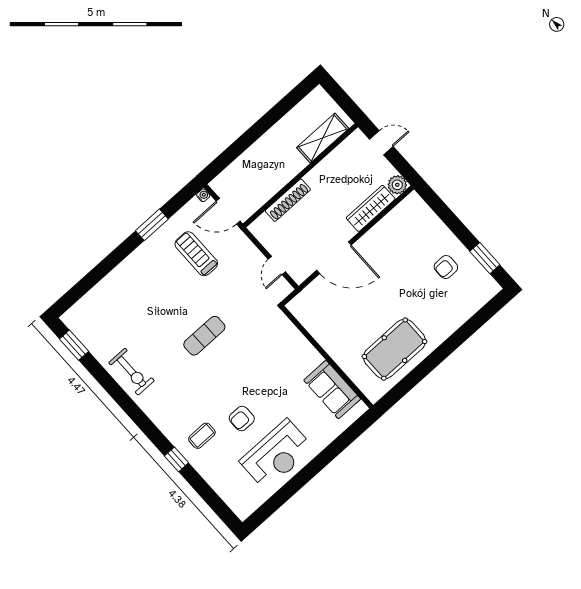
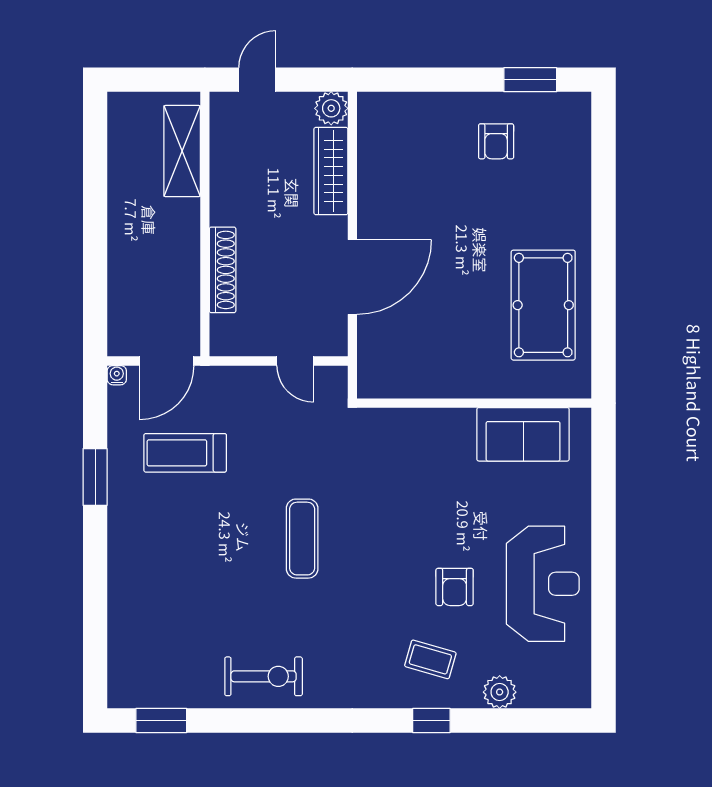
coffee table: (202, 436) -> (430, 659), turned -74
plant: (214, 477) -> (500, 692), added

